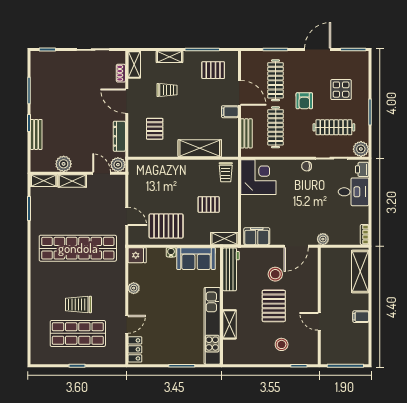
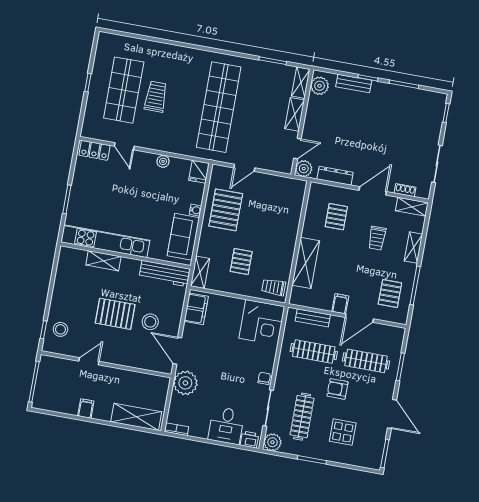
pallet: (155, 129) -> (336, 217), turned 90
plant: (64, 164) -> (320, 86), moved
plant: (323, 239) -> (185, 383), width x1.87, depth x1.87
stool: (282, 344) -> (60, 329), moved

